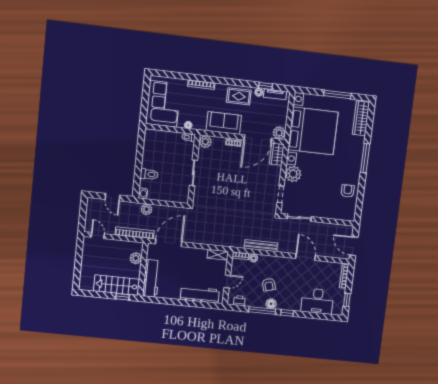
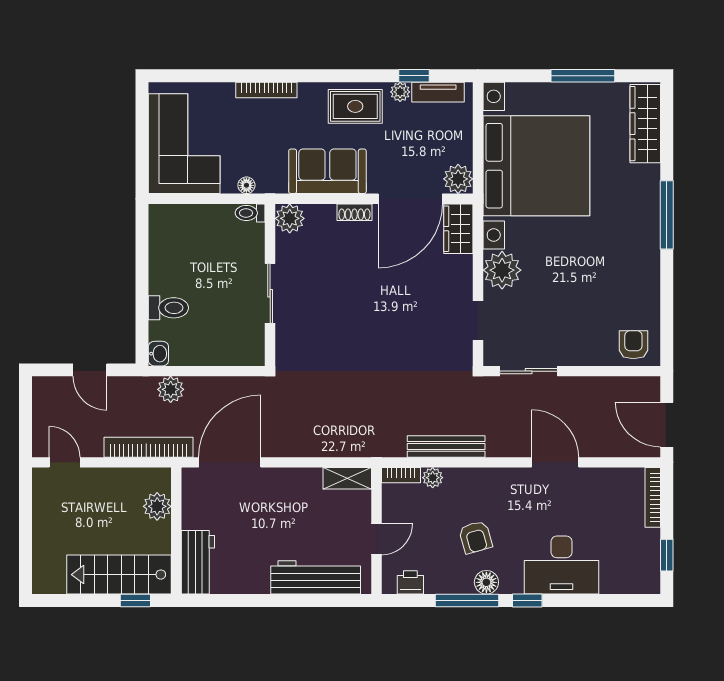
armchair: (348, 191) -> (633, 345), moved
workbench: (151, 278) -> (198, 562), width x0.73
desk: (317, 301) -> (562, 565), moved

